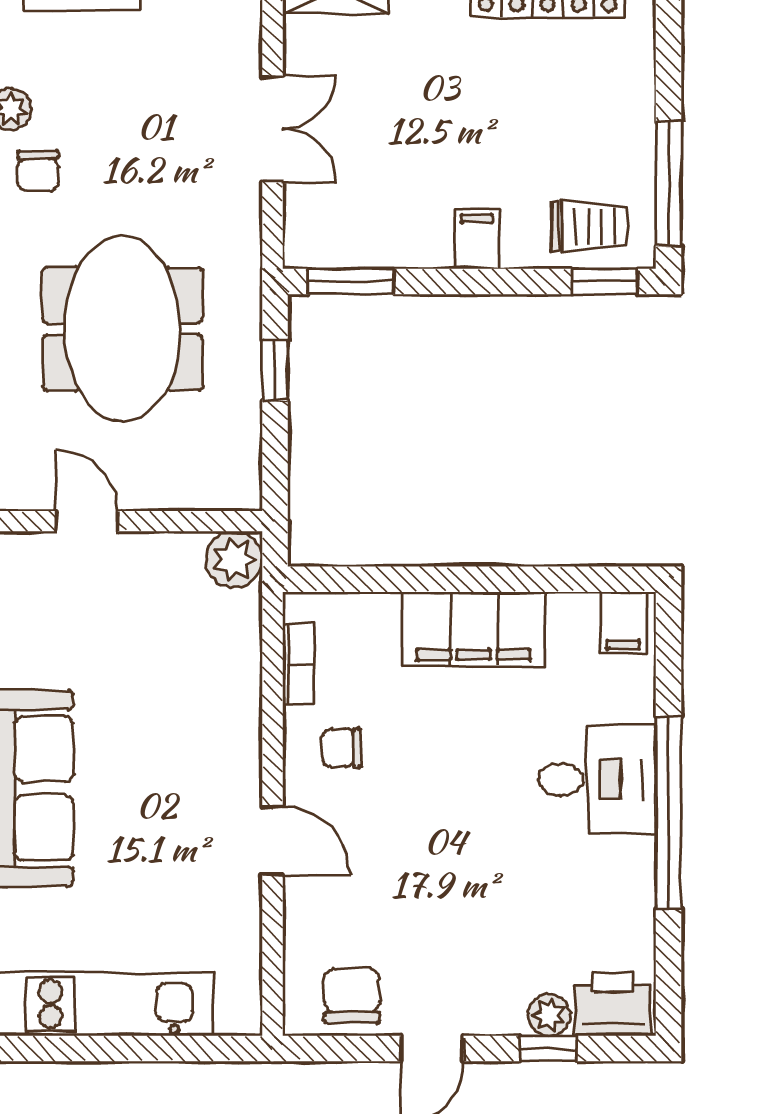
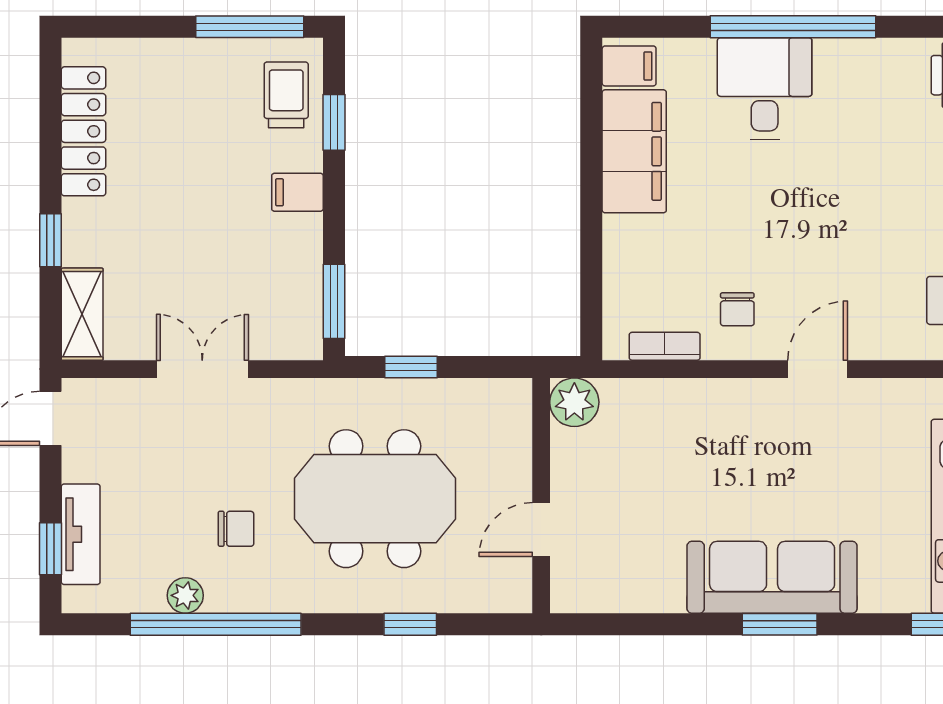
chair: (38, 171) -> (236, 529), moved
window: (605, 281) -> (334, 122), moved
filing cabinet: (474, 629) -> (634, 151), moved

